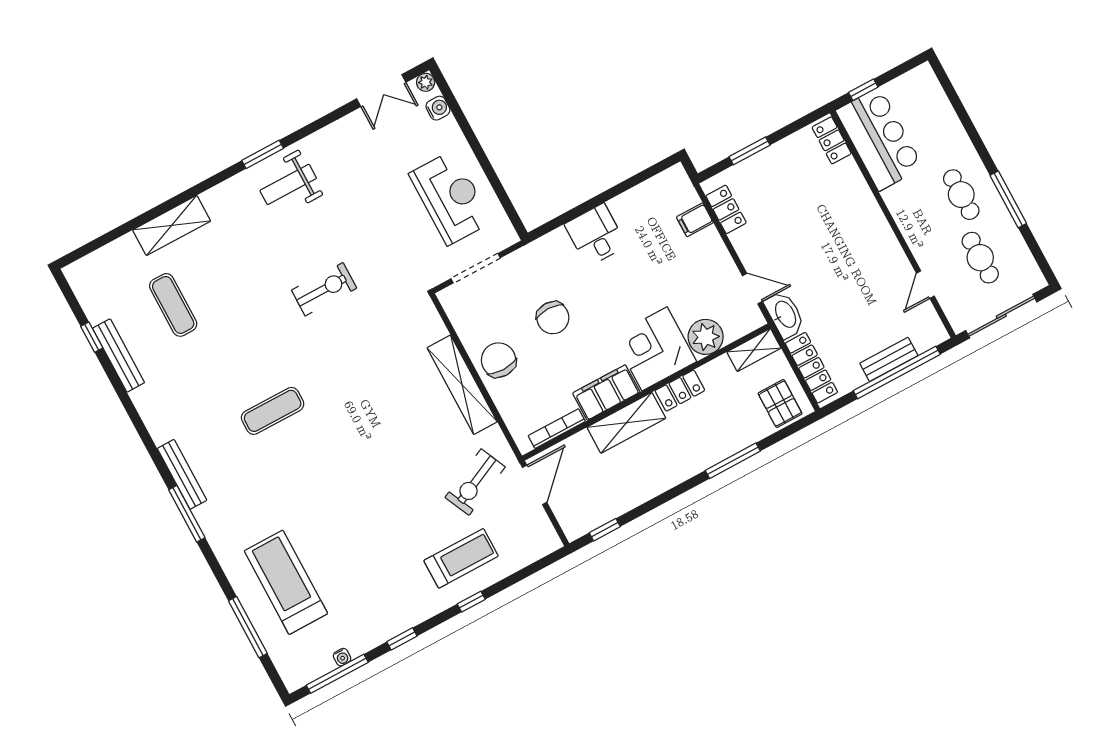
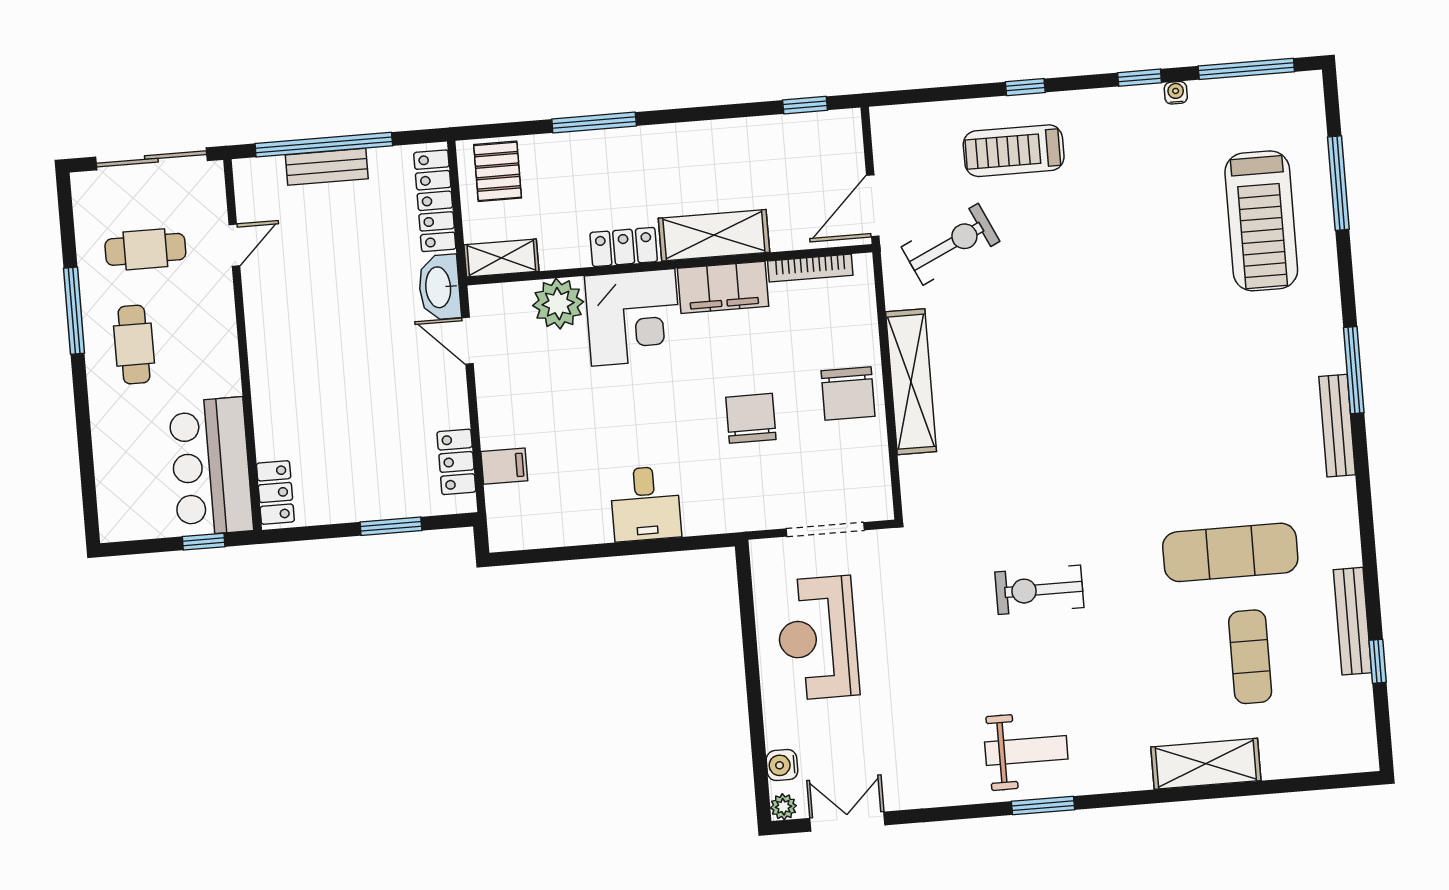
cafe table: (980, 258) -> (145, 249), turned 90
exercise mat: (273, 411) -> (1230, 552), moved, width x1.36, depth x1.45
water cooler: (342, 657) -> (1176, 93), moved

